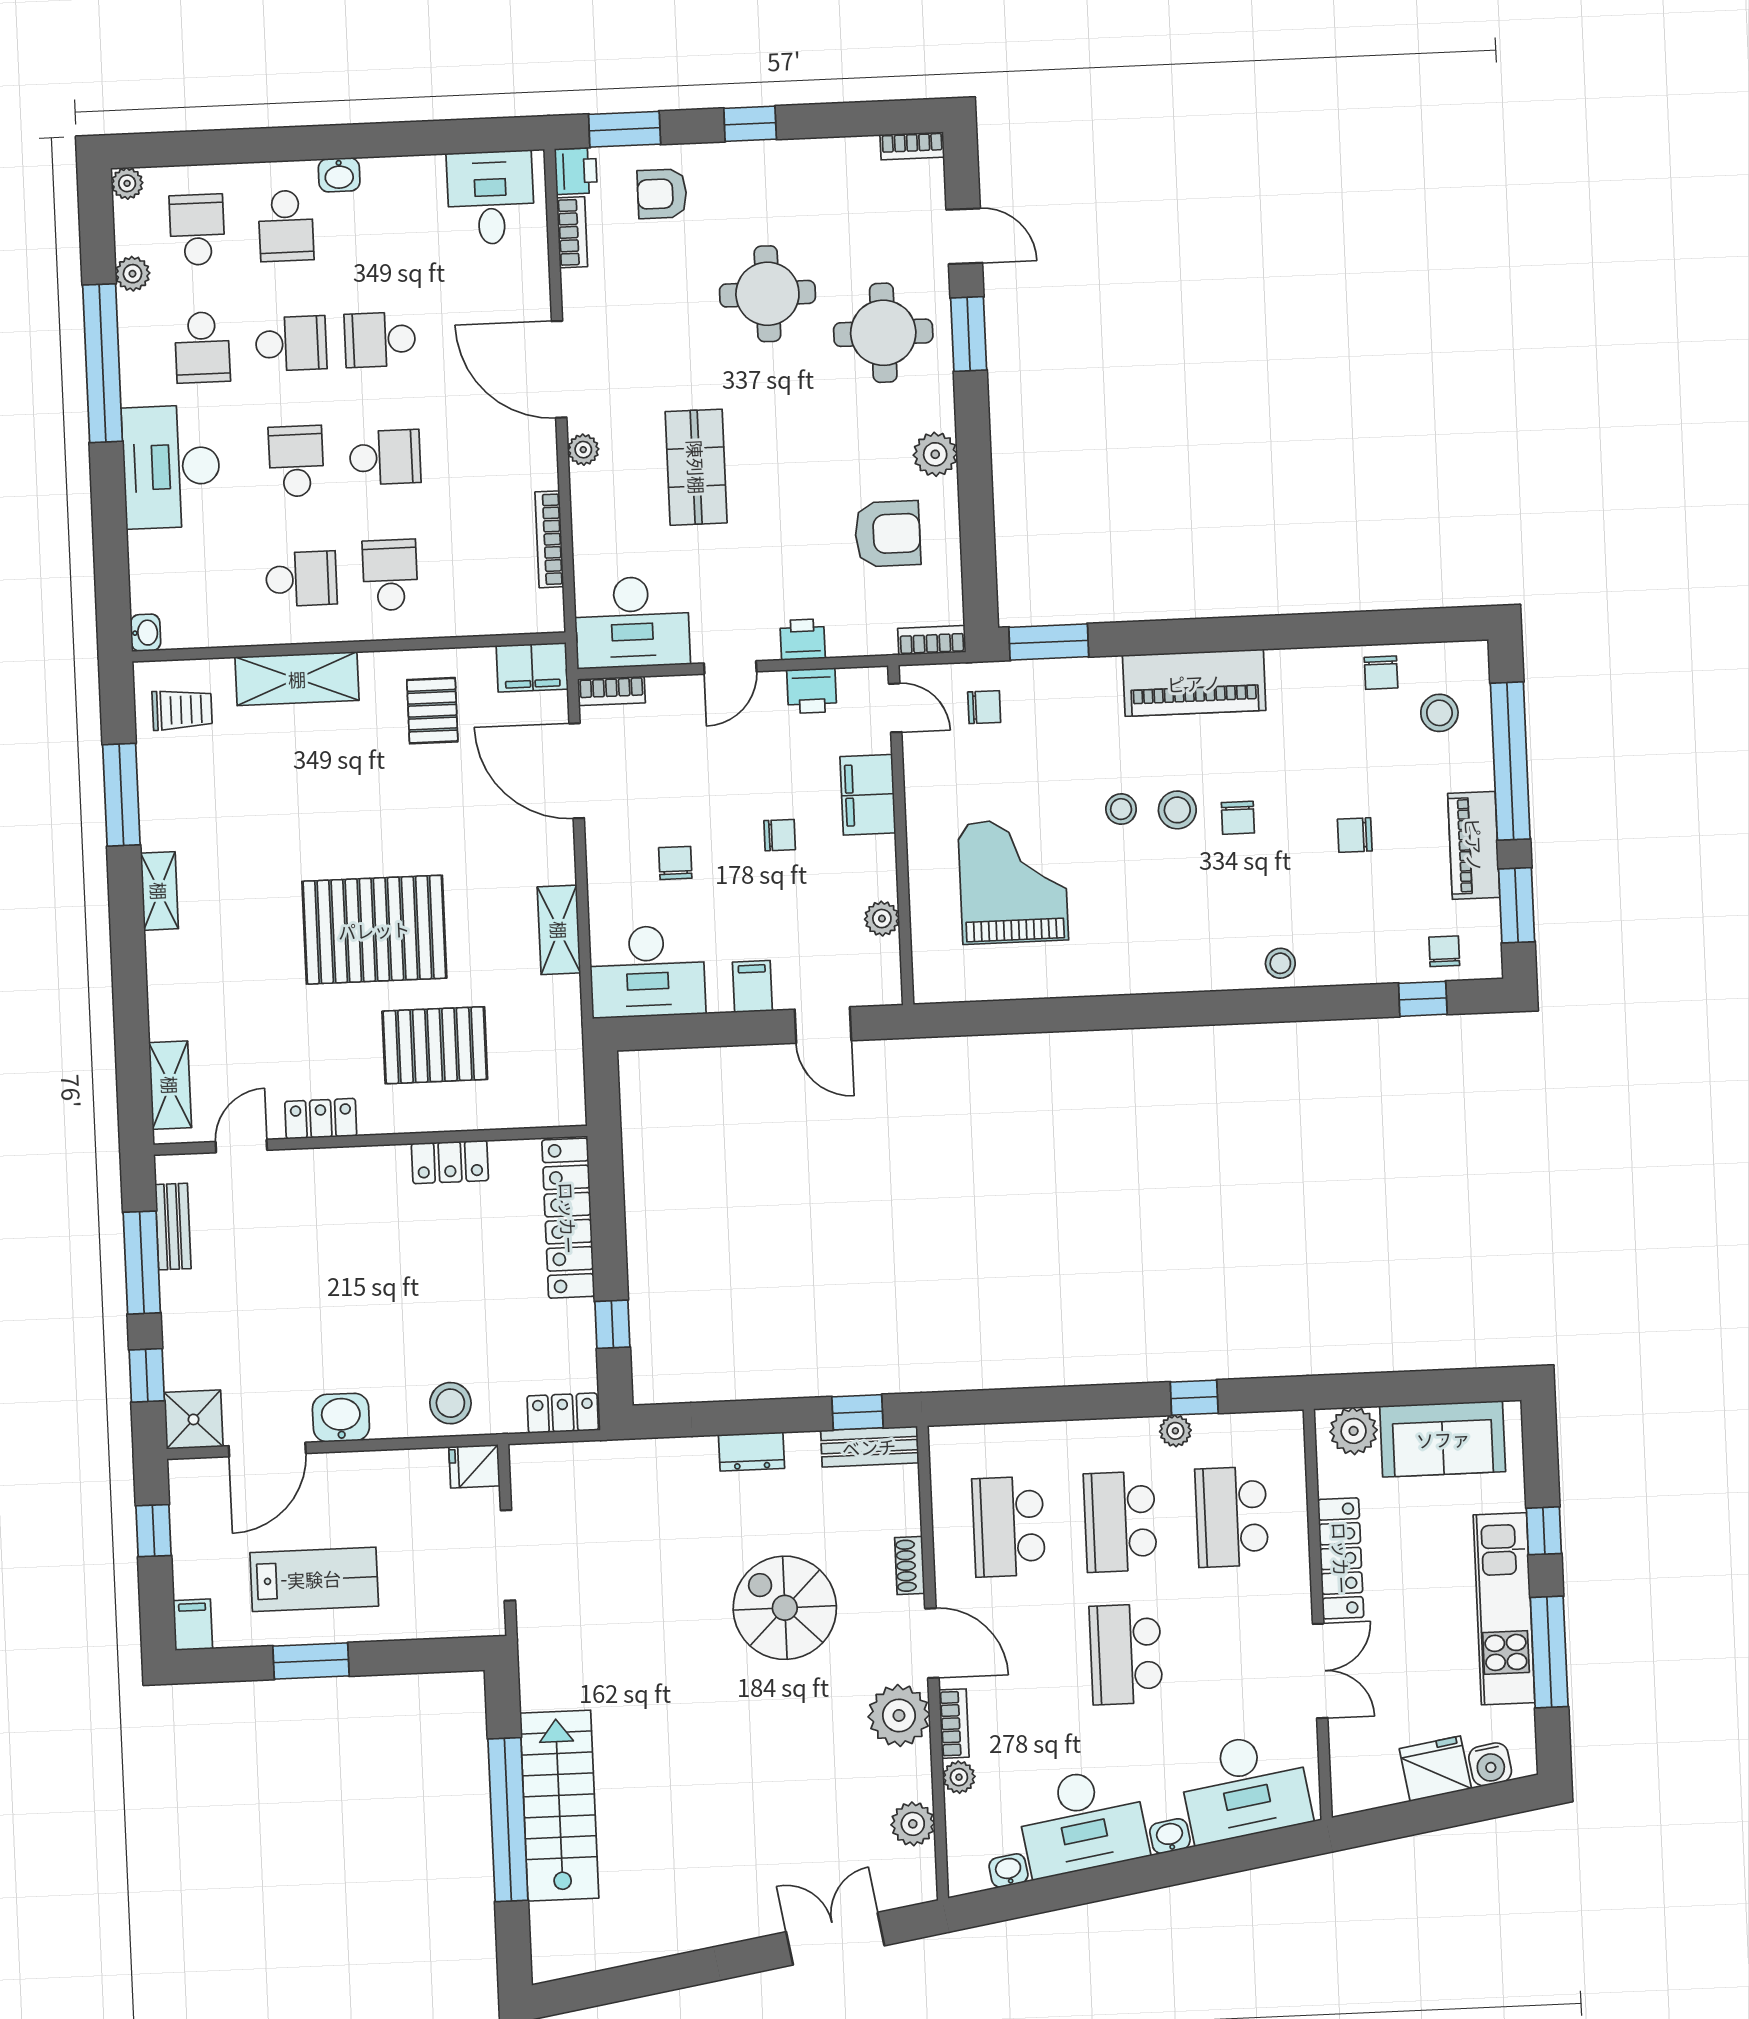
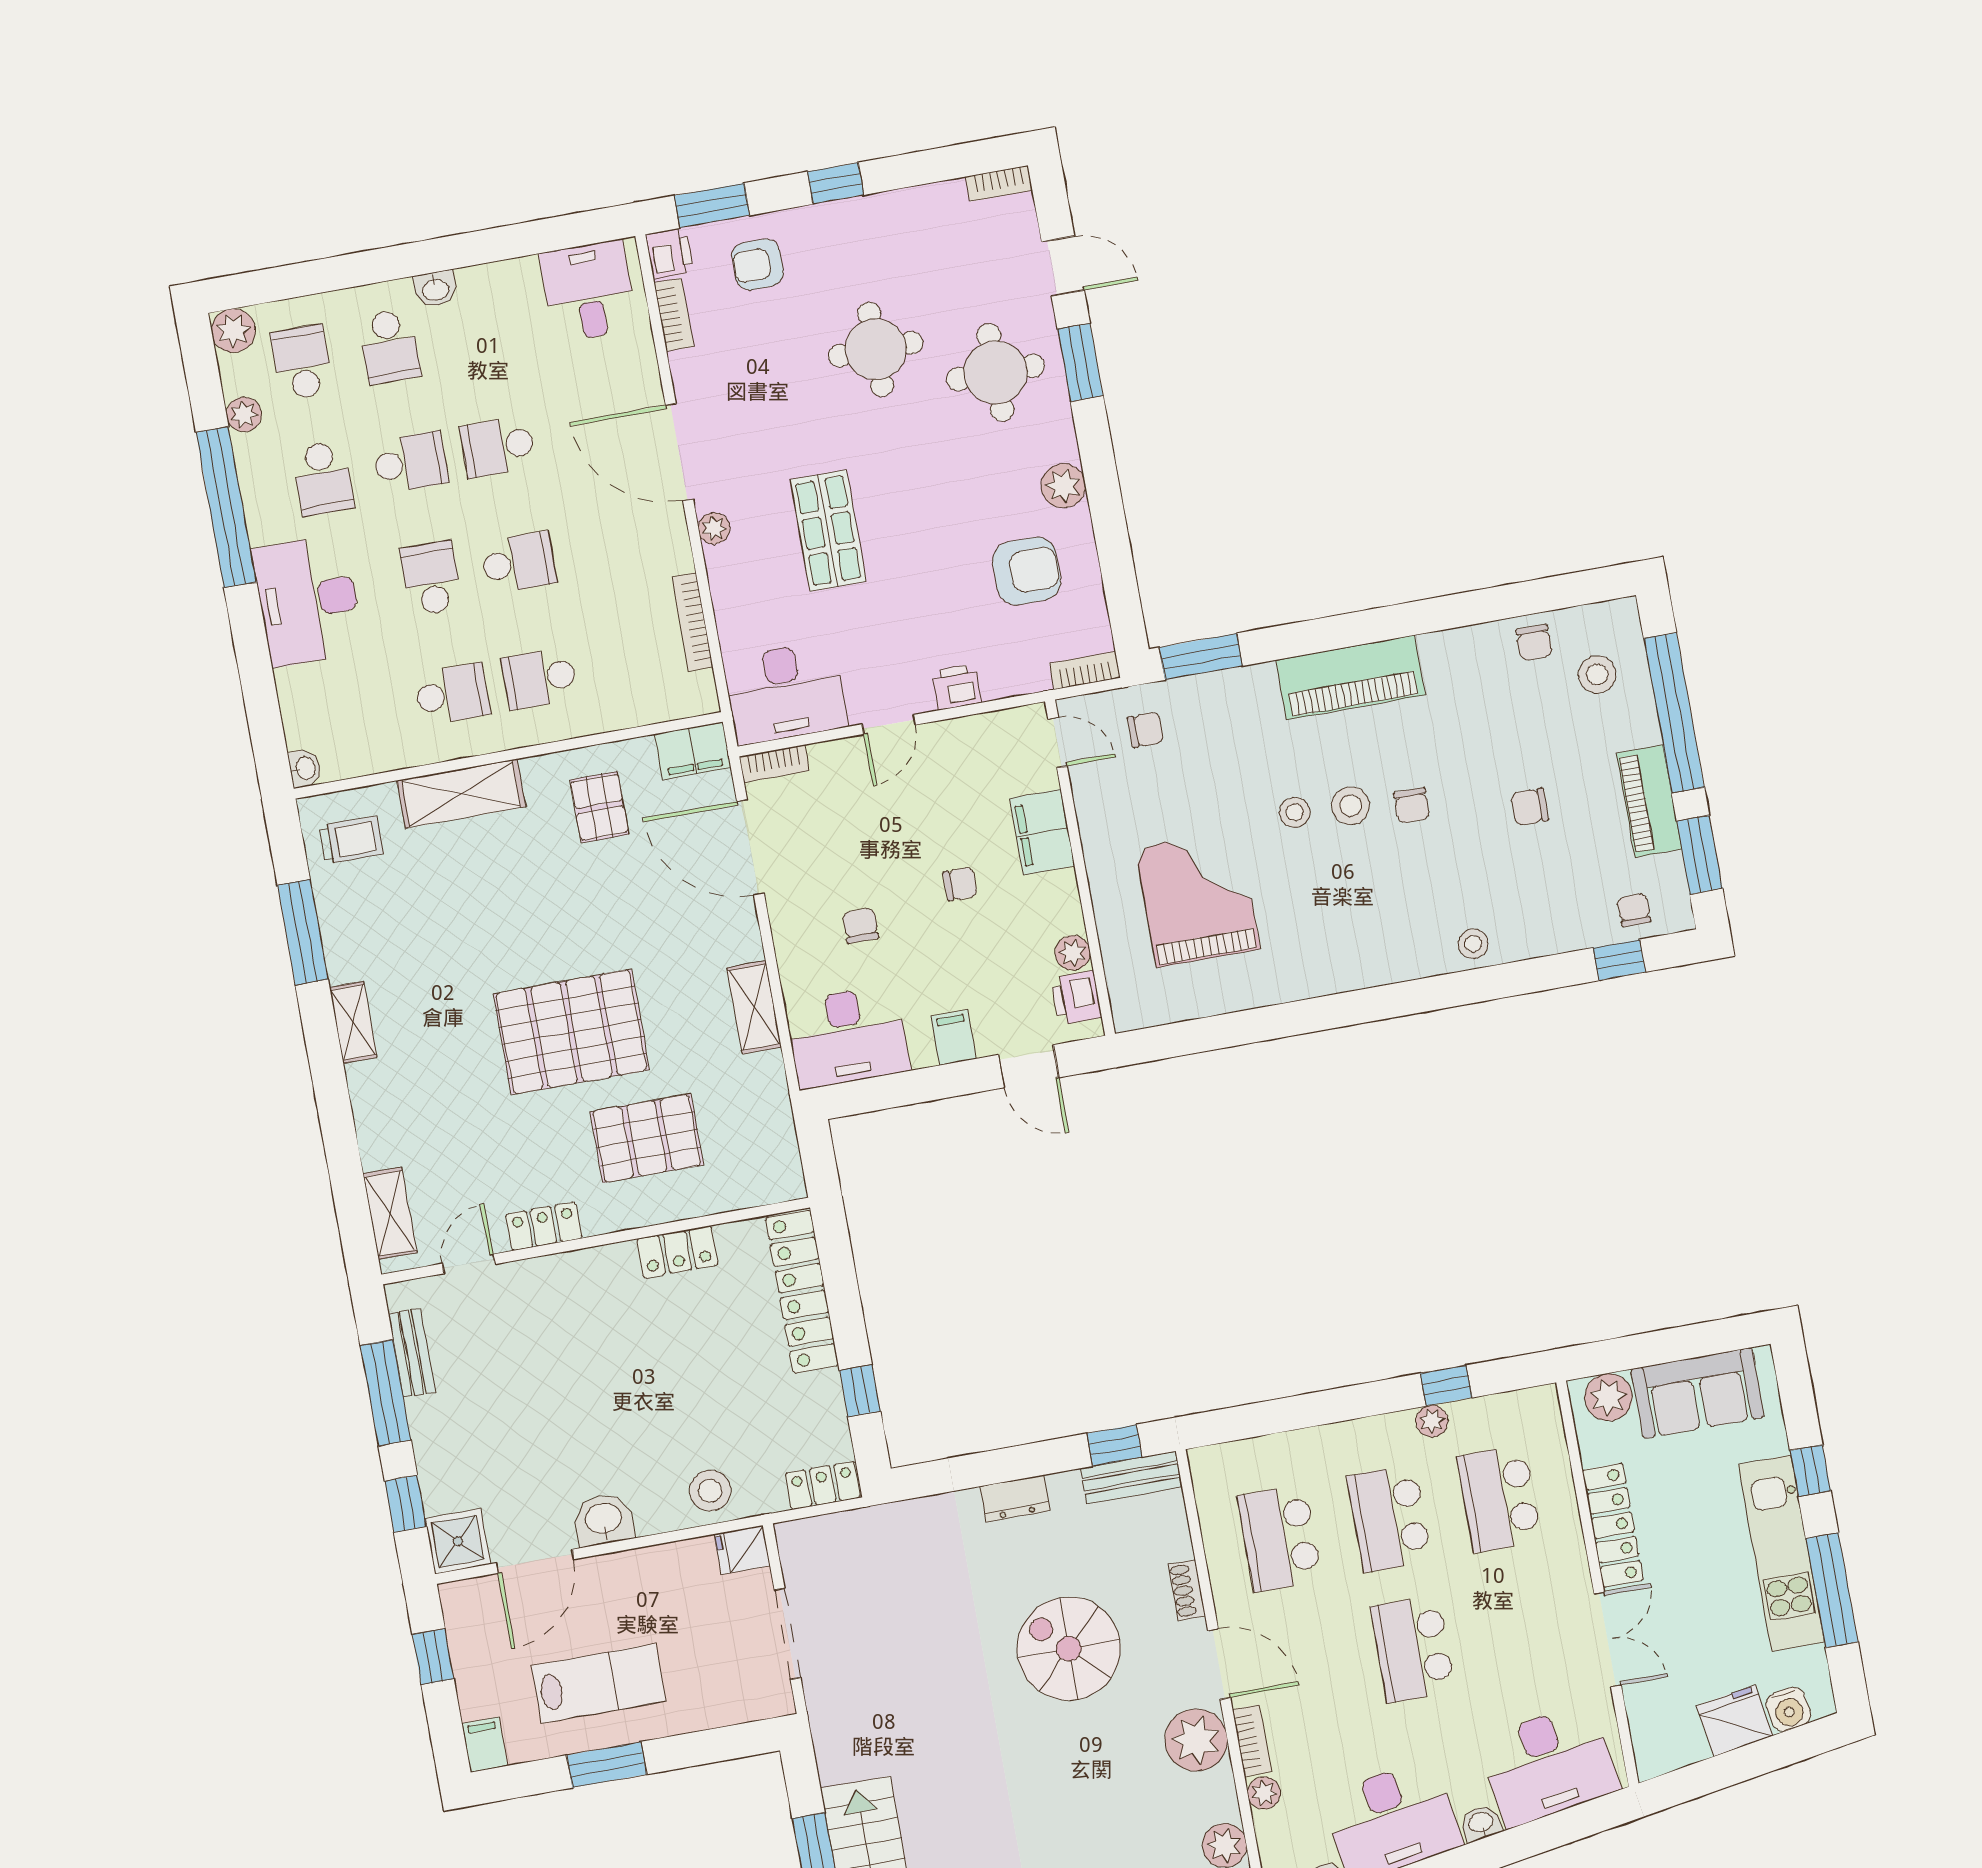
plant: (127, 183) -> (233, 331), width x1.38, depth x1.38
school desk: (390, 575) -> (540, 678), turned -90
printer: (812, 691) -> (1076, 998), moved, turned 90

